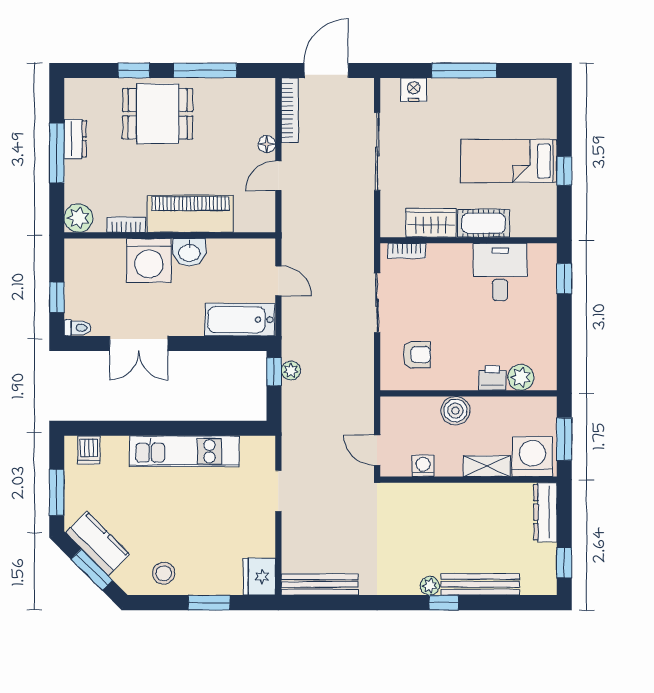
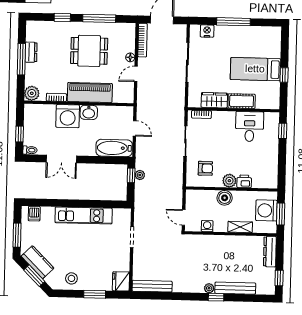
dining table: (158, 114) -> (89, 51), moved
plant: (521, 377) -> (229, 181), moved
washing machine: (532, 457) -> (266, 210), moved, turned -90

